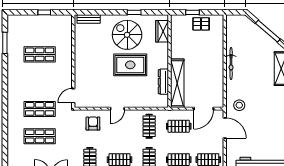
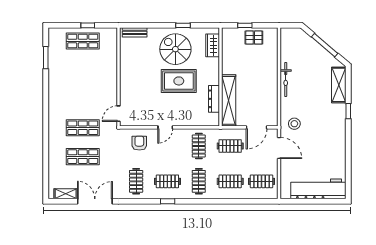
shop shelf: (40, 54) -> (83, 41), moved

